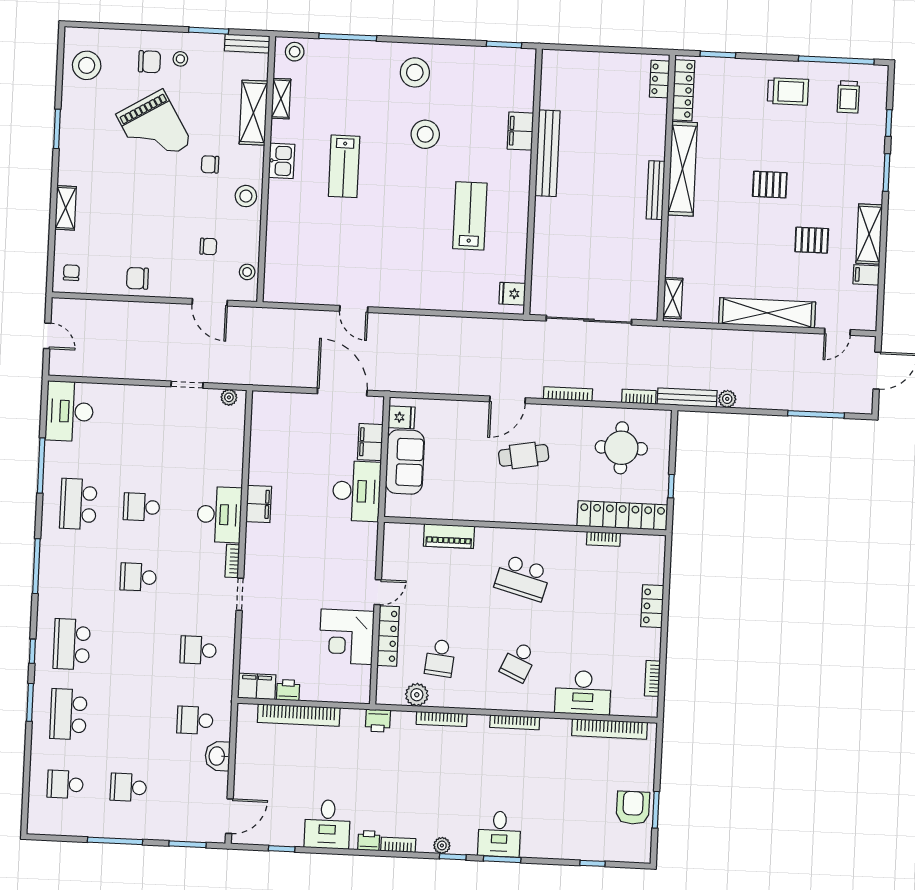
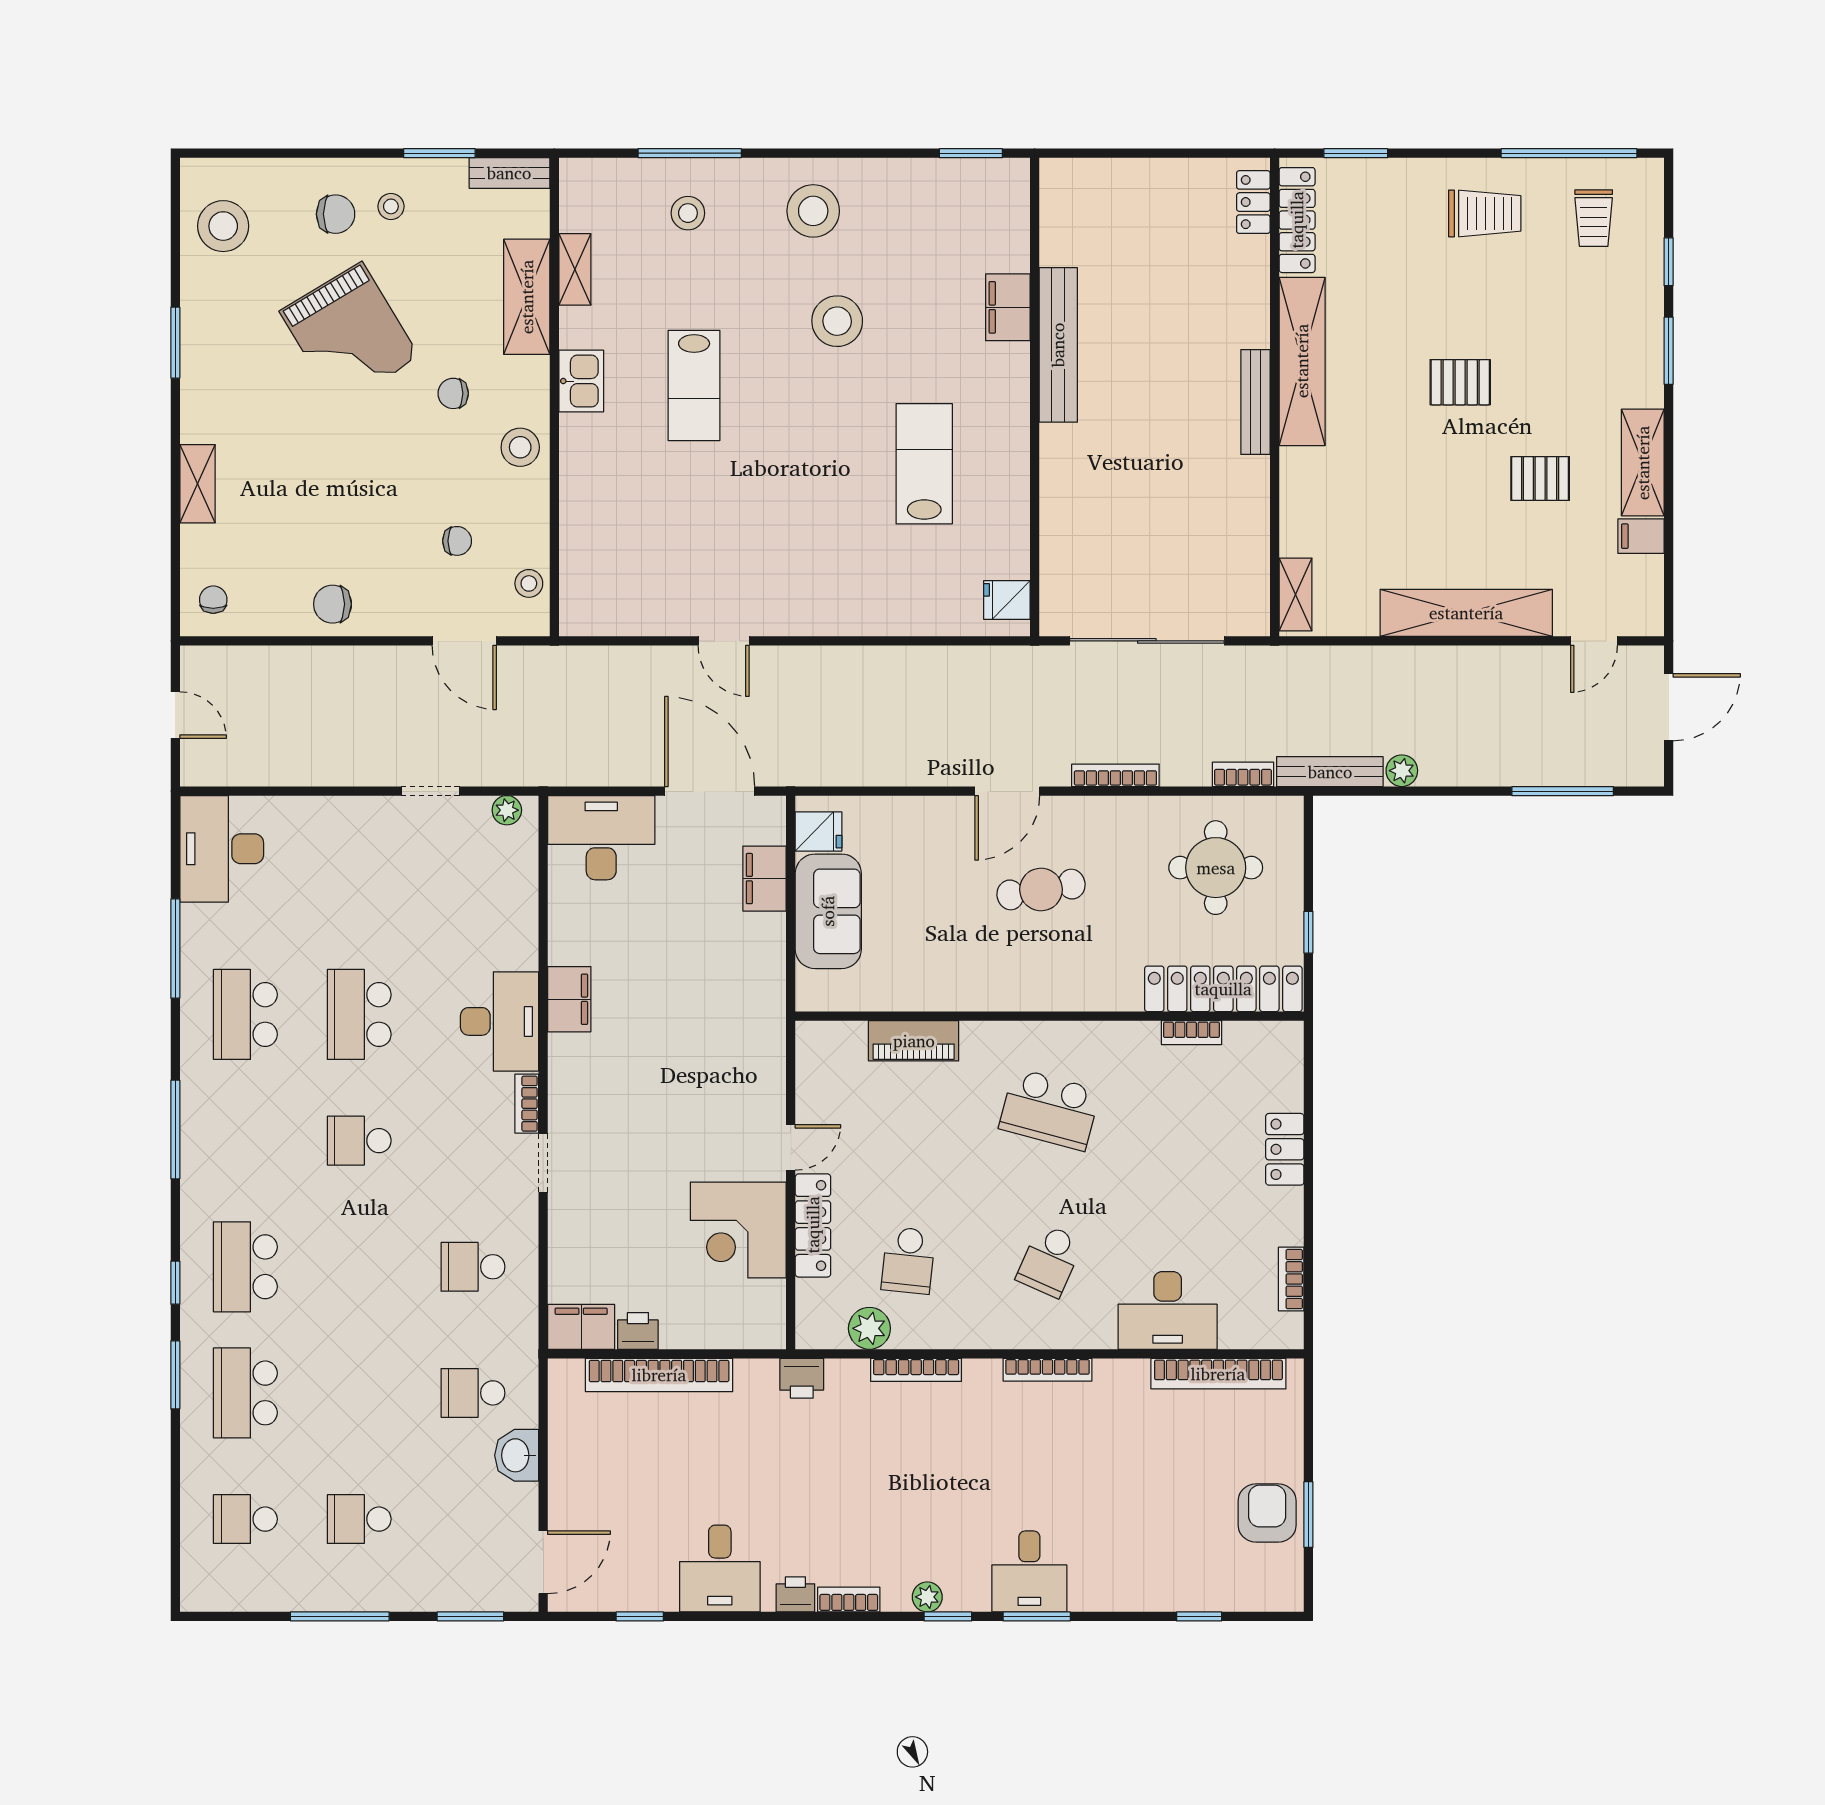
stool: (295, 52) -> (688, 213), moved
desk: (357, 491) -> (601, 838), moved, turned -90
school desk: (142, 507) -> (359, 1014), width x1.85

